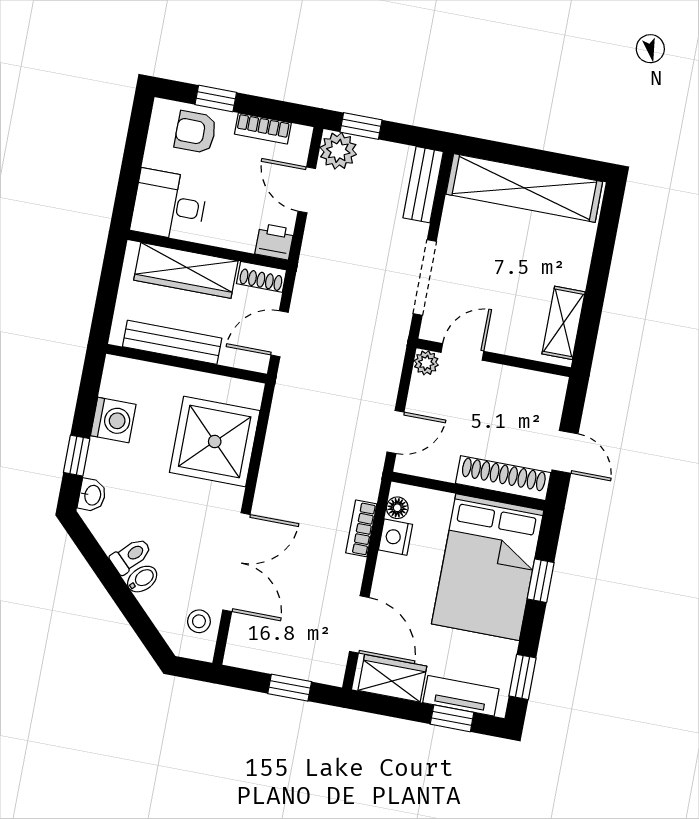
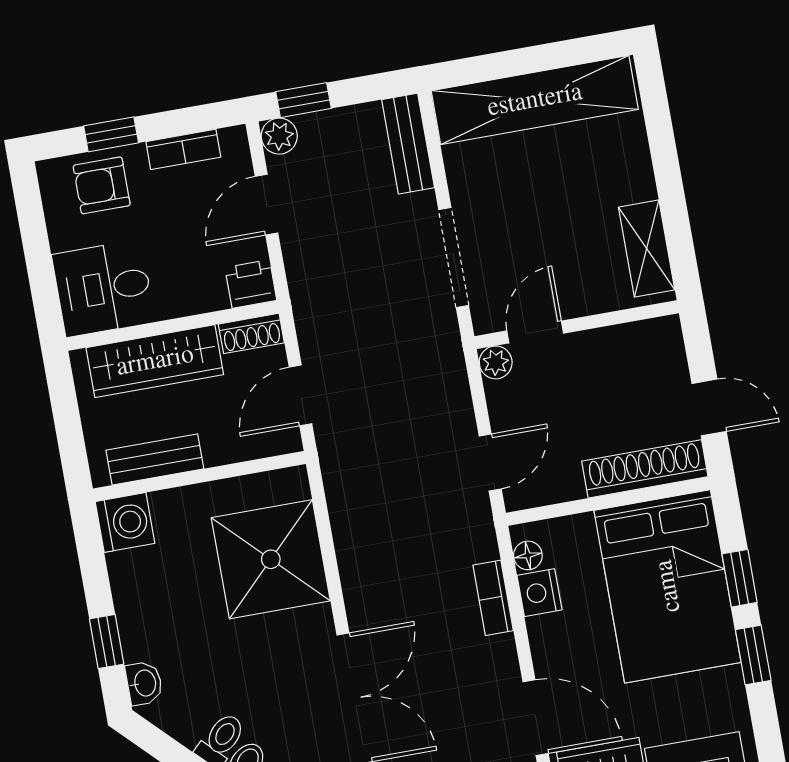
plant: (338, 151) -> (279, 136), width x0.73, depth x0.73
door: (307, 190) -> (266, 205), hinge flipped
bench: (172, 342) -> (155, 459), width x0.73
washing machine: (113, 420) -> (125, 522), moved
window: (522, 677) -> (753, 655), moved

